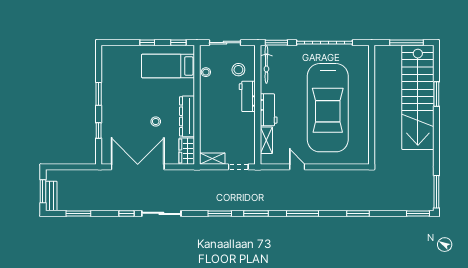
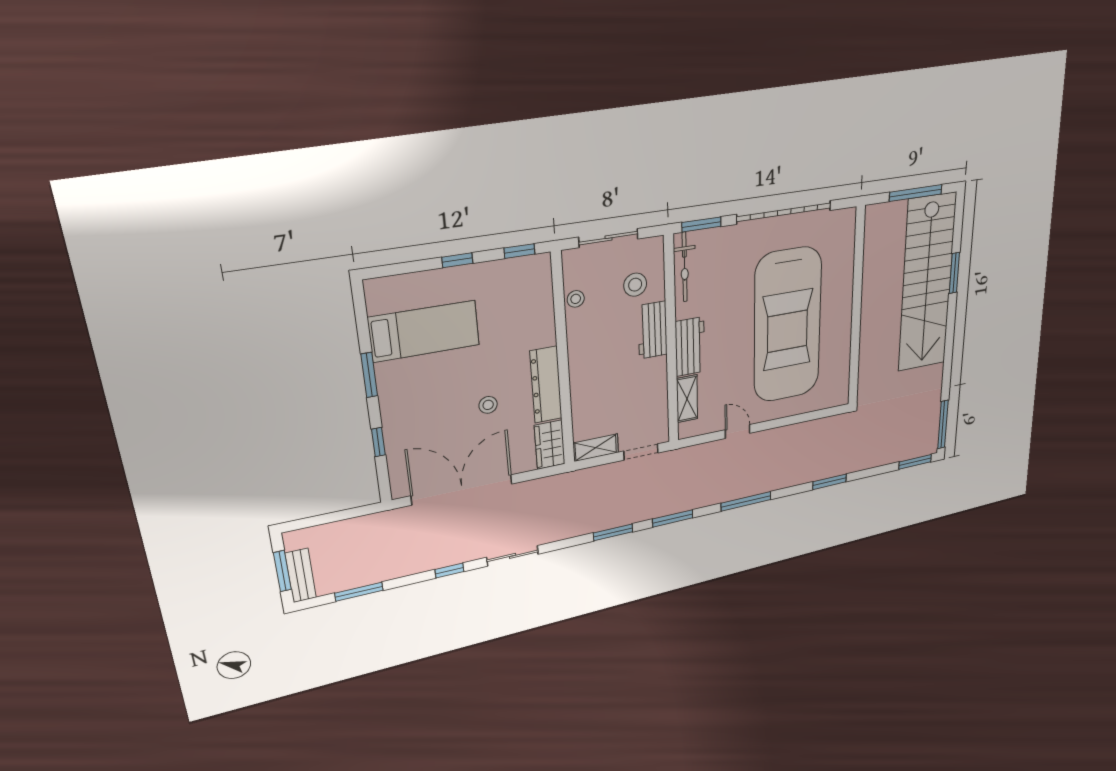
bed: (168, 66) -> (424, 331), moved, turned 180
sliding door: (161, 213) -> (513, 556), width x0.73

